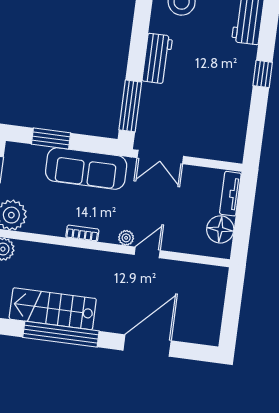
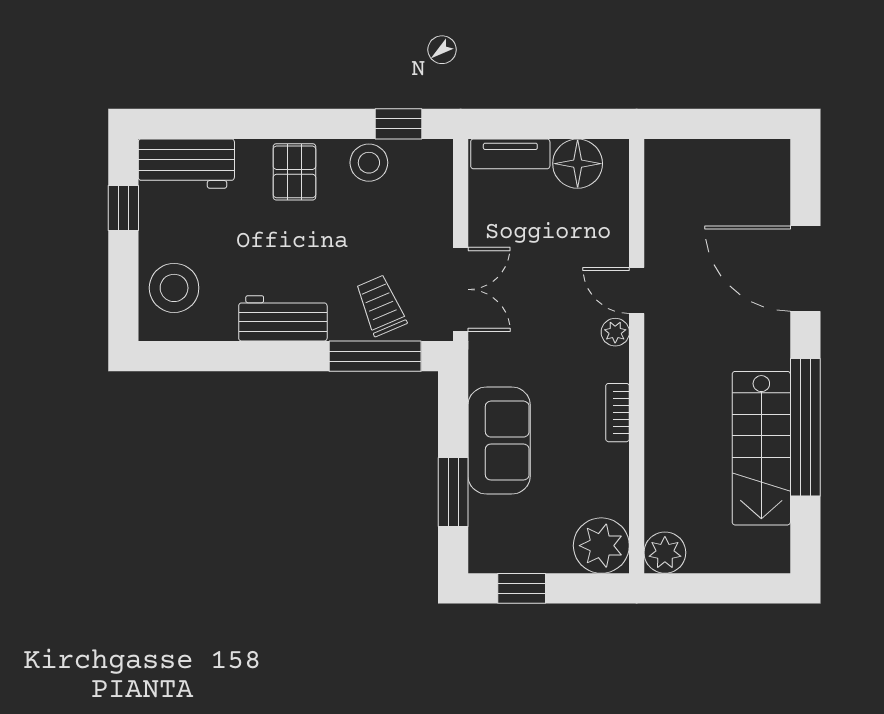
window: (263, 74) -> (399, 124), moved
pallet: (236, 75) -> (294, 172), added
trolley: (157, 113) -> (381, 306), added
stool: (236, 116) -> (369, 163), added
sofa: (86, 169) -> (499, 441), width x0.73

